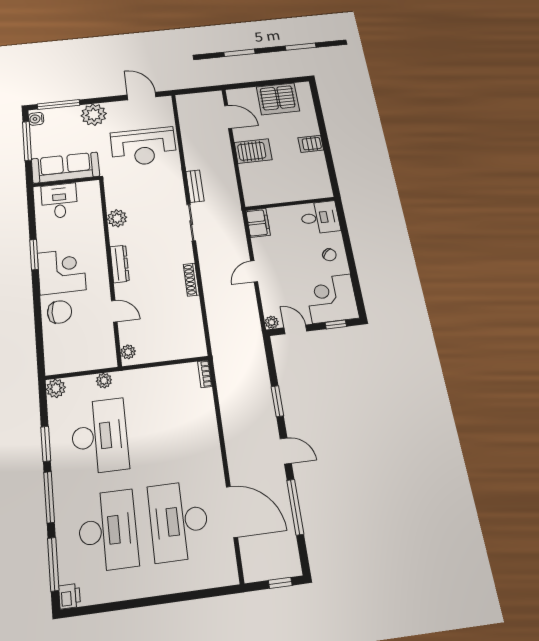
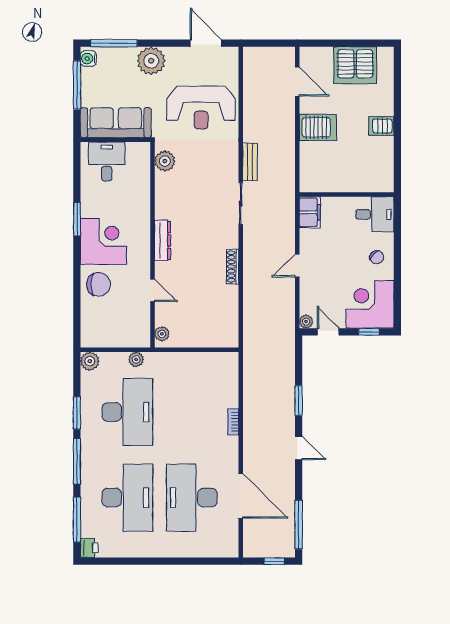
plant: (117, 218) -> (165, 161), moved
bookcase: (205, 374) -> (233, 422), moved
window: (295, 507) -> (299, 525), moved

